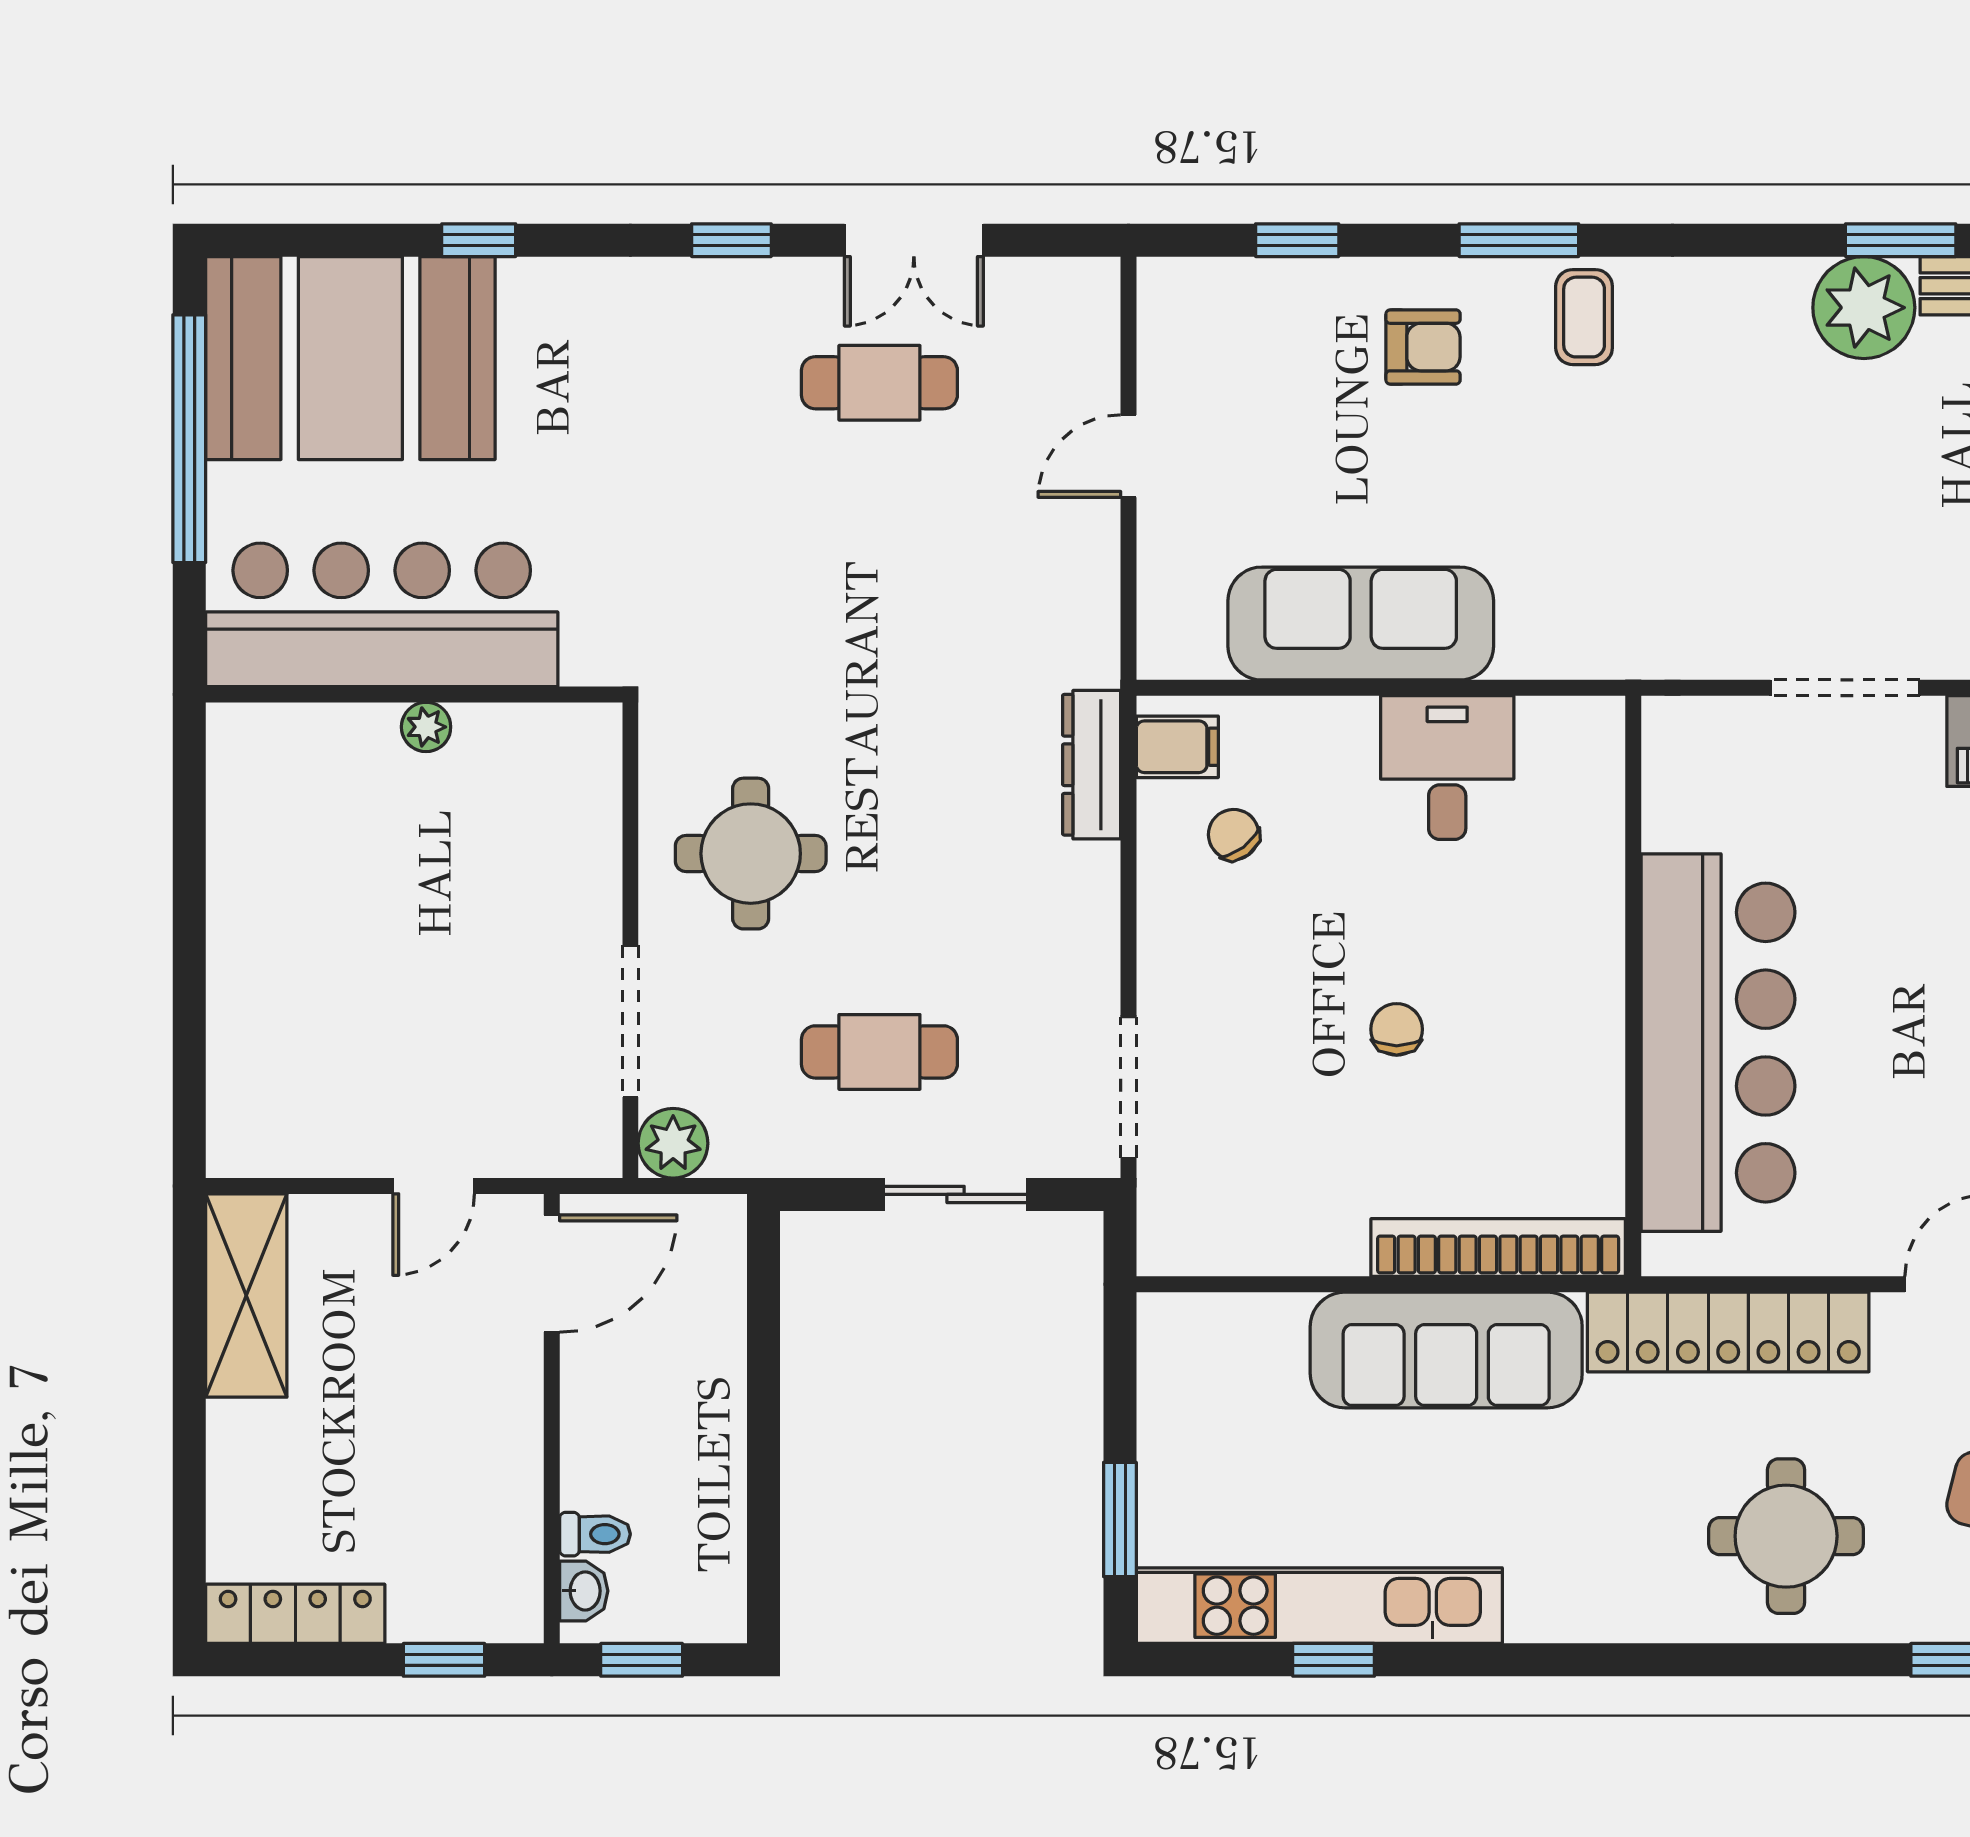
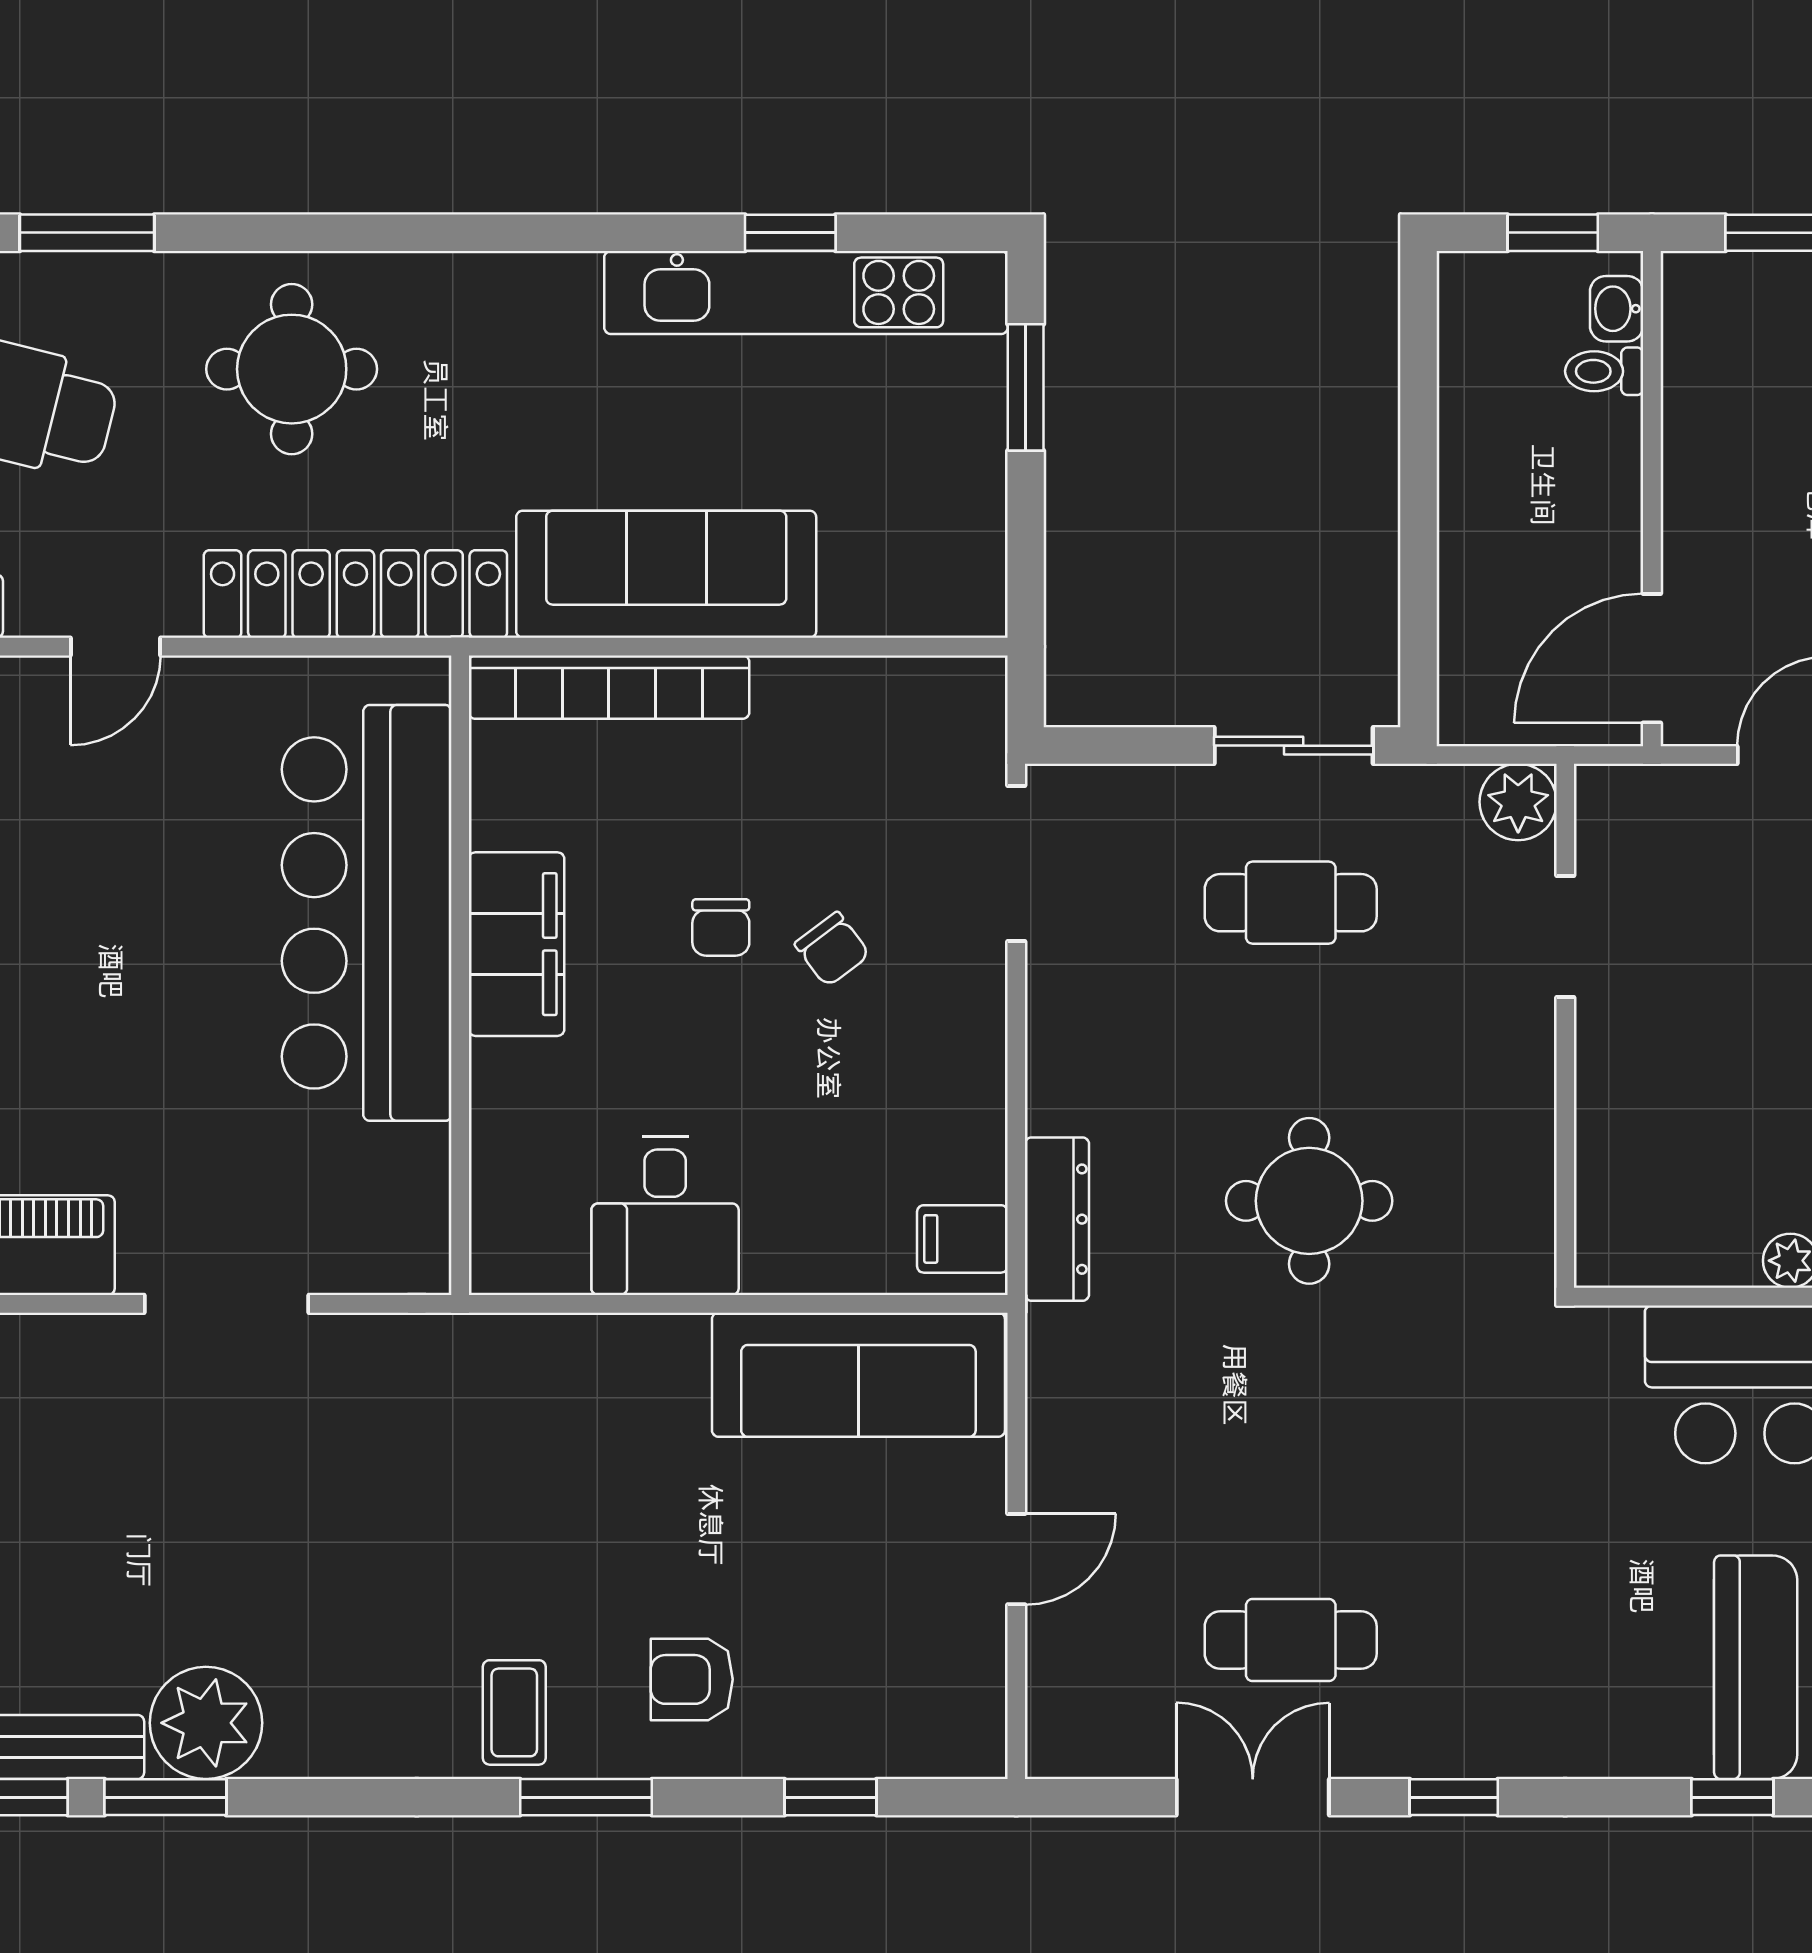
sofa: (1361, 624) -> (858, 1375), moved
chair: (1234, 835) -> (832, 949), moved
round table: (751, 854) -> (1309, 1201), moved
filing cabinet: (1582, 1014) -> (516, 944), added
doorway: (630, 1021) -> (1565, 937), width x0.73
sliding door: (956, 1194) -> (1294, 746), moved

